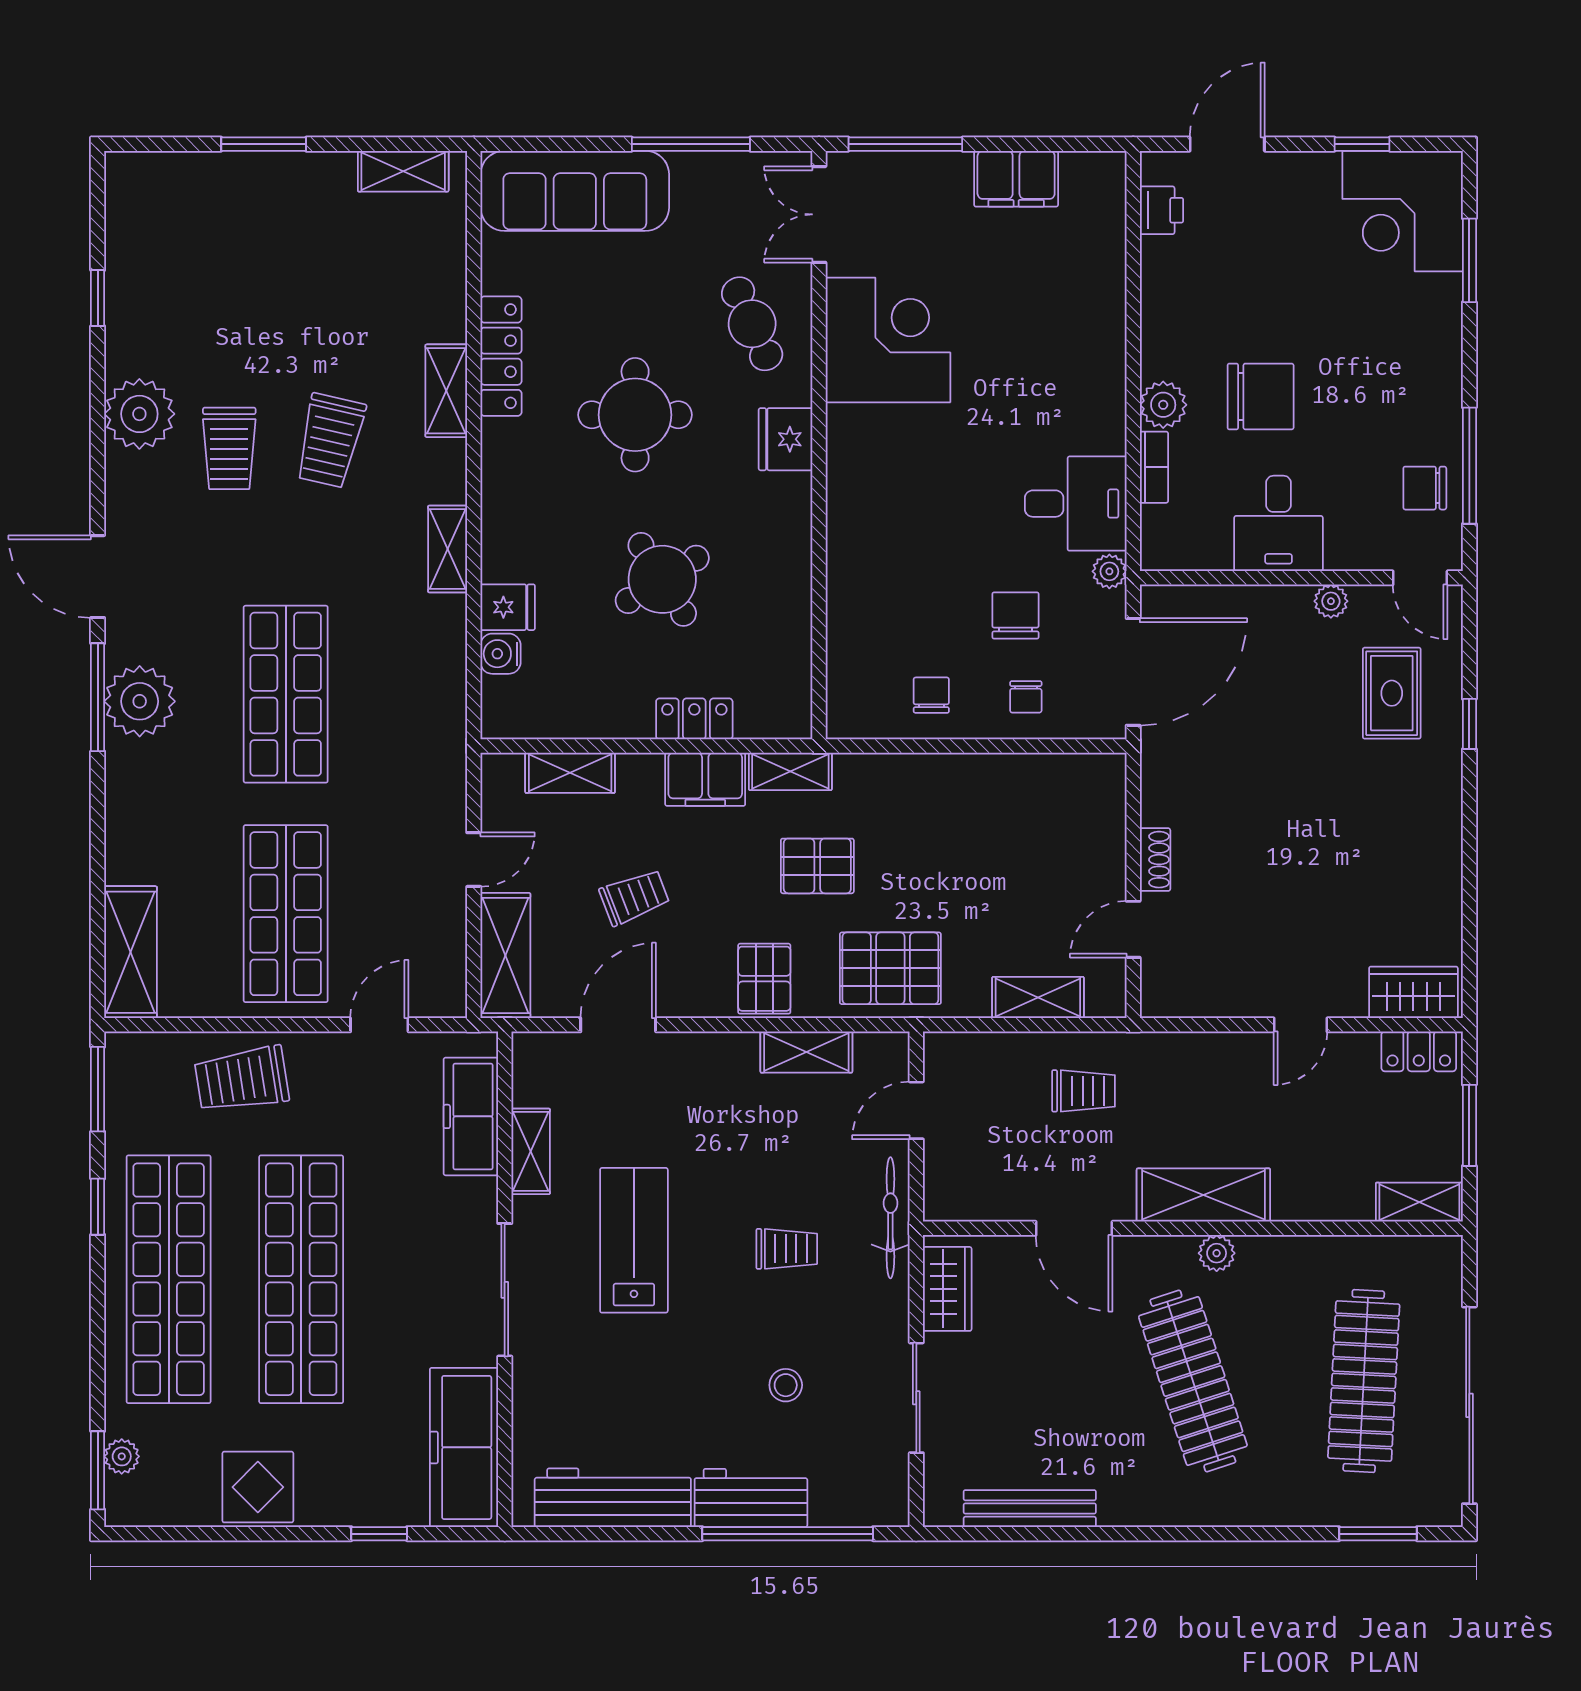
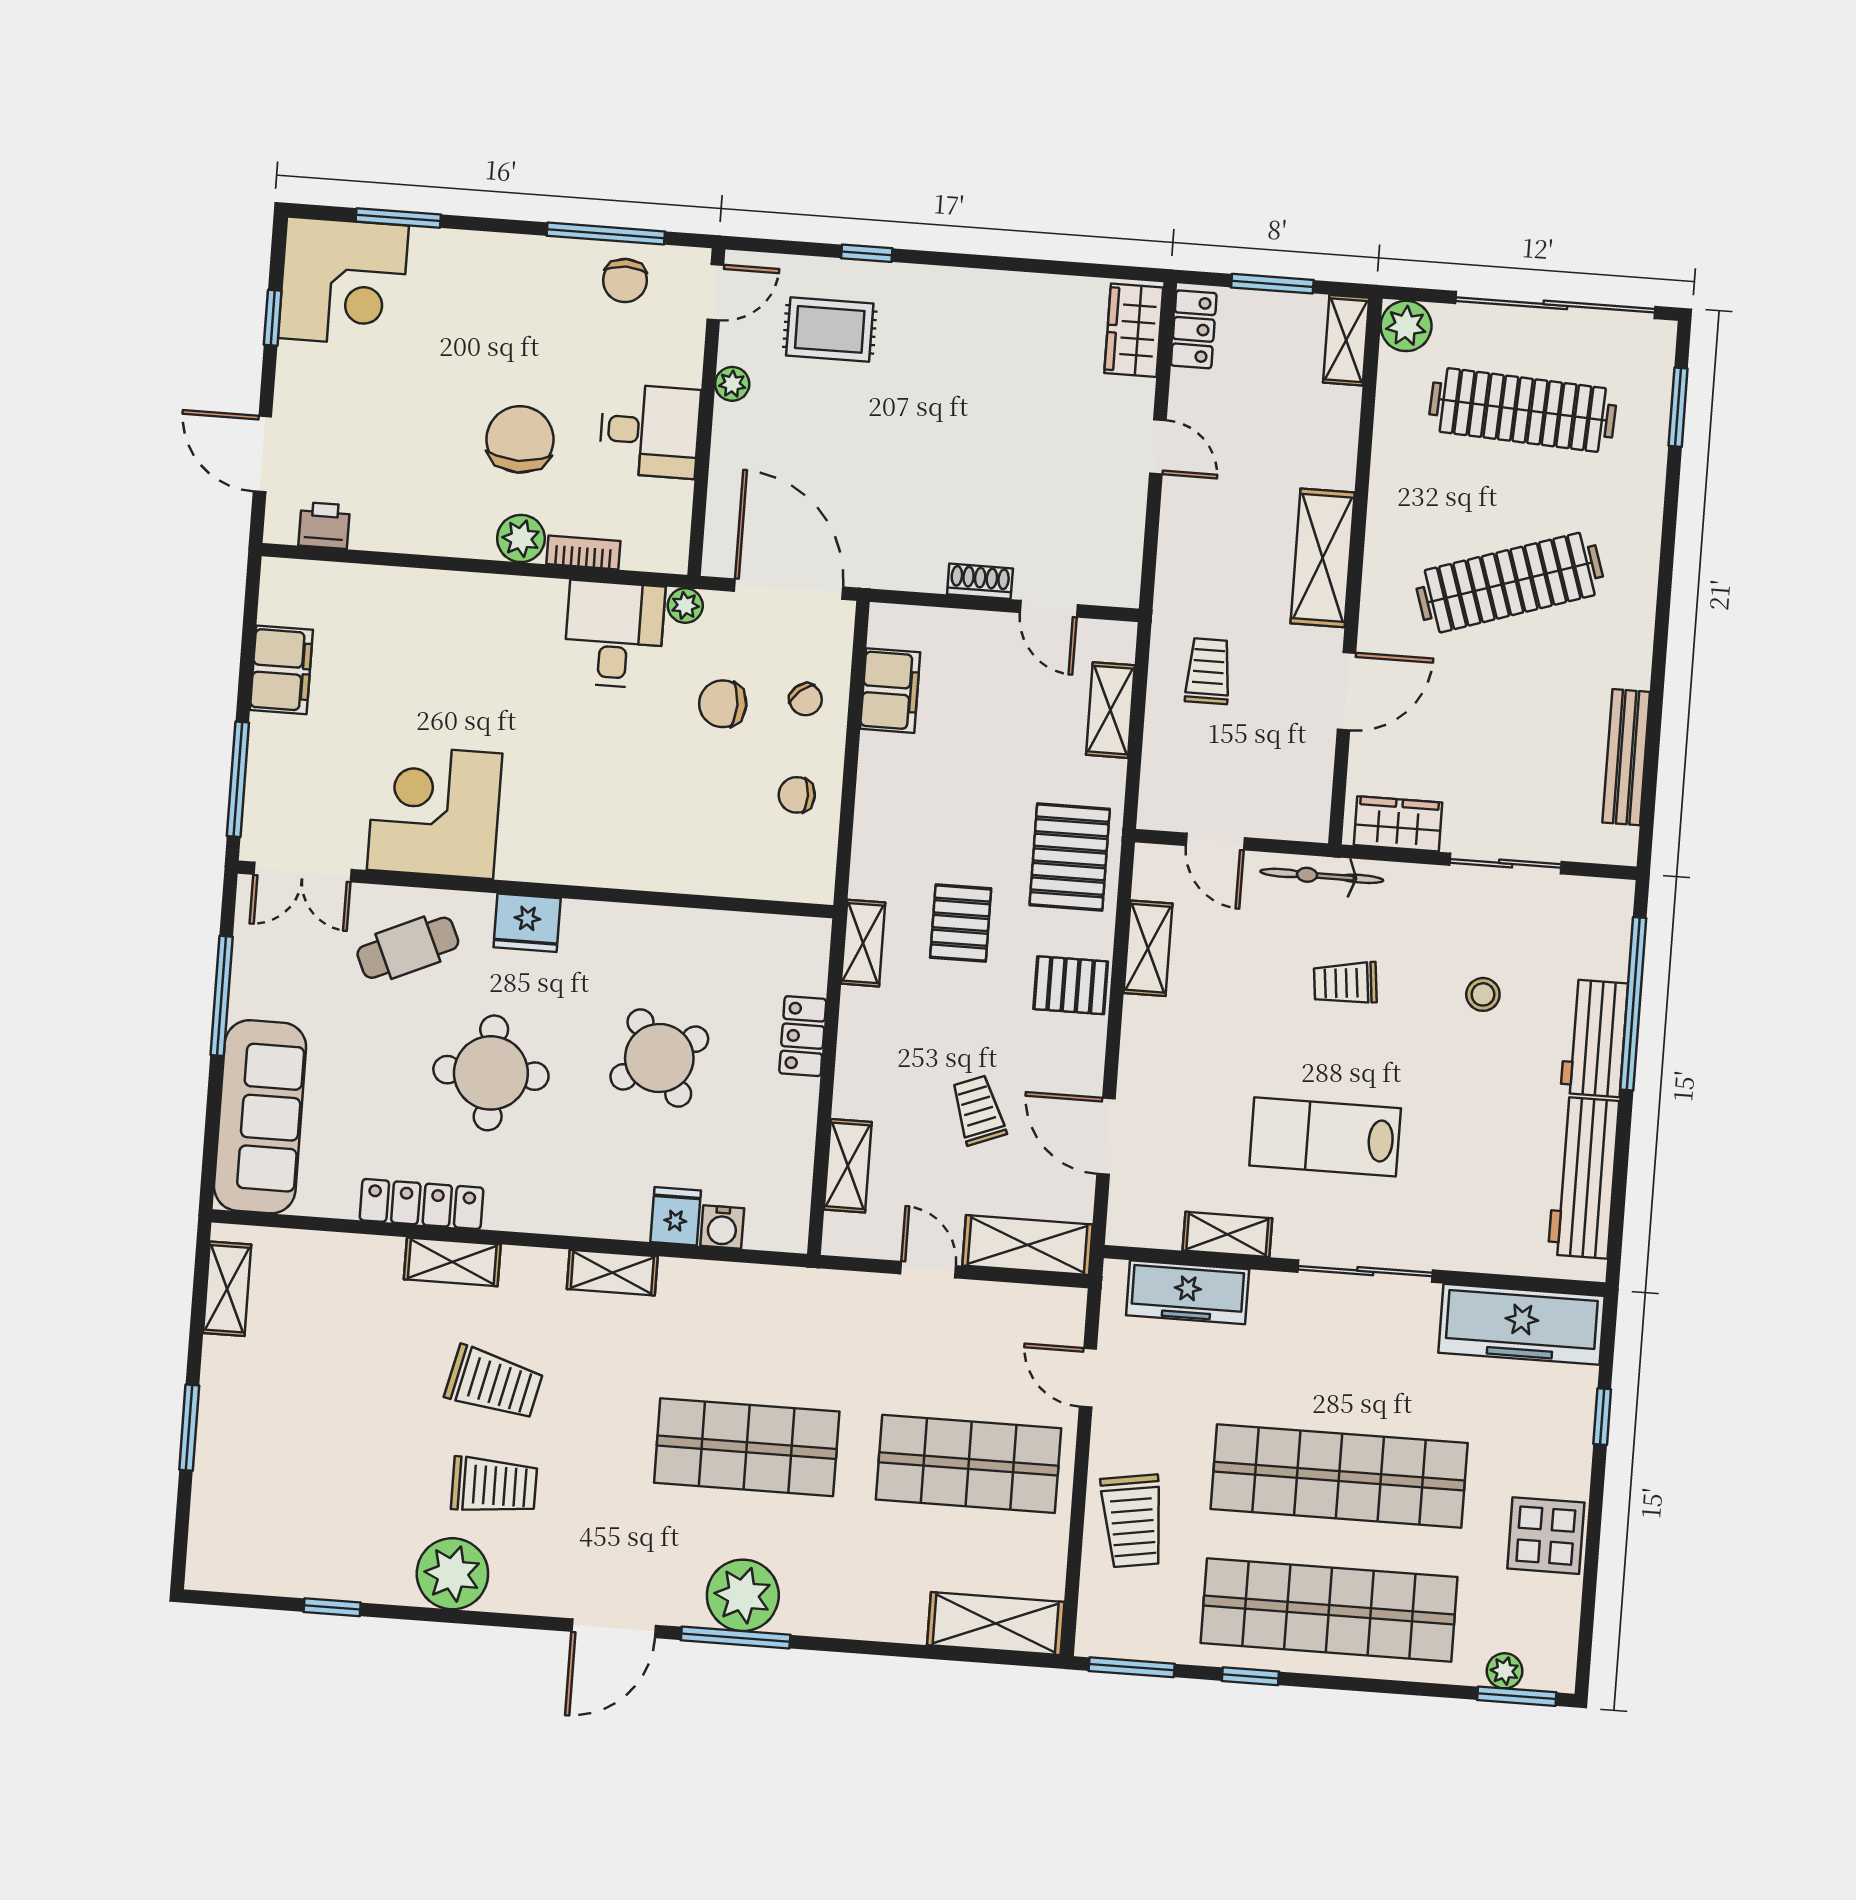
chair: (1026, 697) -> (806, 699), turned 50
filing cabinet: (705, 779) -> (890, 691), moved
trolley: (787, 1249) -> (1345, 983), turned -96
plant: (1217, 1253) -> (1406, 326), moved, width x1.38, depth x1.38

